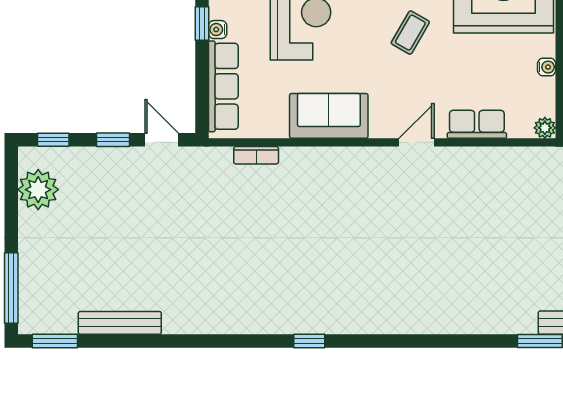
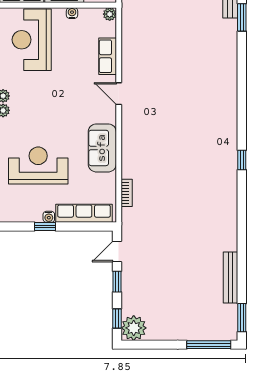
coffee table: (410, 33) -> (51, 97), removed
plant: (38, 190) -> (134, 328), moved

